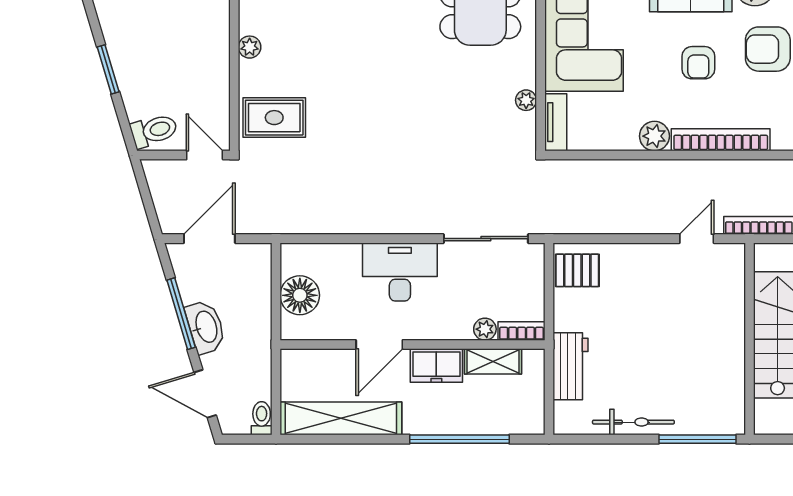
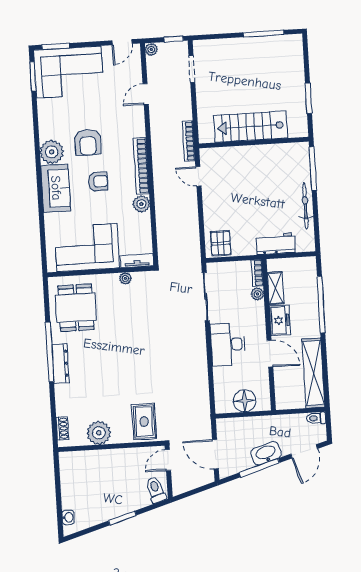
plant: (250, 47) -> (99, 433), width x1.87, depth x1.87

